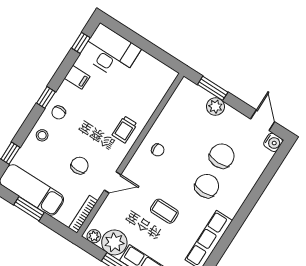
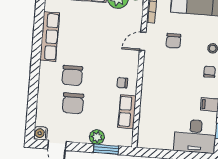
row of seats: (169, 117) -> (127, 112), added
trolley: (125, 129) -> (155, 85), removed
coffee table: (164, 211) -> (94, 40), removed

